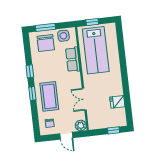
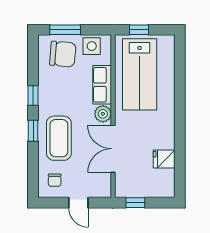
chair: (46, 43) -> (63, 54), turned -85
double door: (84, 99) -> (113, 149), width x1.37
plant: (81, 125) -> (103, 114), moved
window: (114, 130) -> (135, 203), moved

